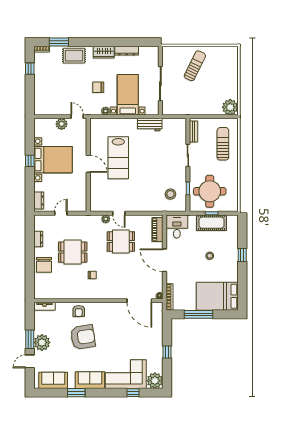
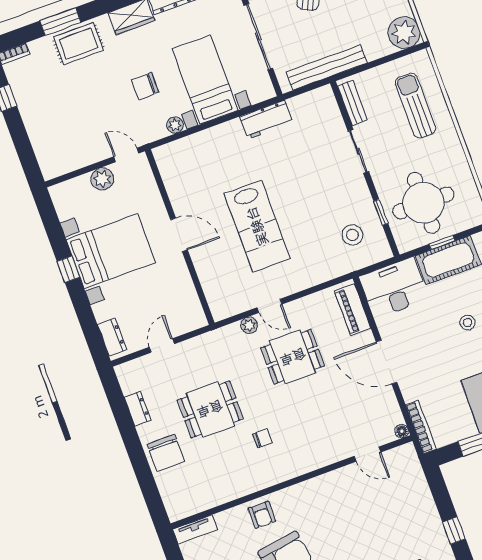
window: (59, 42) -> (60, 22), moved
bench: (187, 110) -> (327, 68), added
lab bench: (118, 158) -> (257, 226), moved
desk: (177, 226) -> (394, 288), width x1.37
door: (139, 301) -> (368, 454), width x0.53

